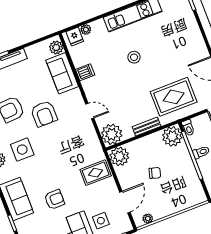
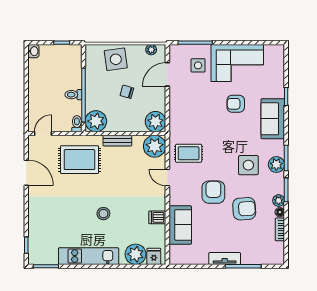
plant: (86, 30) -> (136, 254), width x1.88, depth x1.88
plant: (56, 48) -> (176, 253), removed
rug: (96, 173) -> (189, 153), moved
side table: (176, 198) -> (116, 59), added

